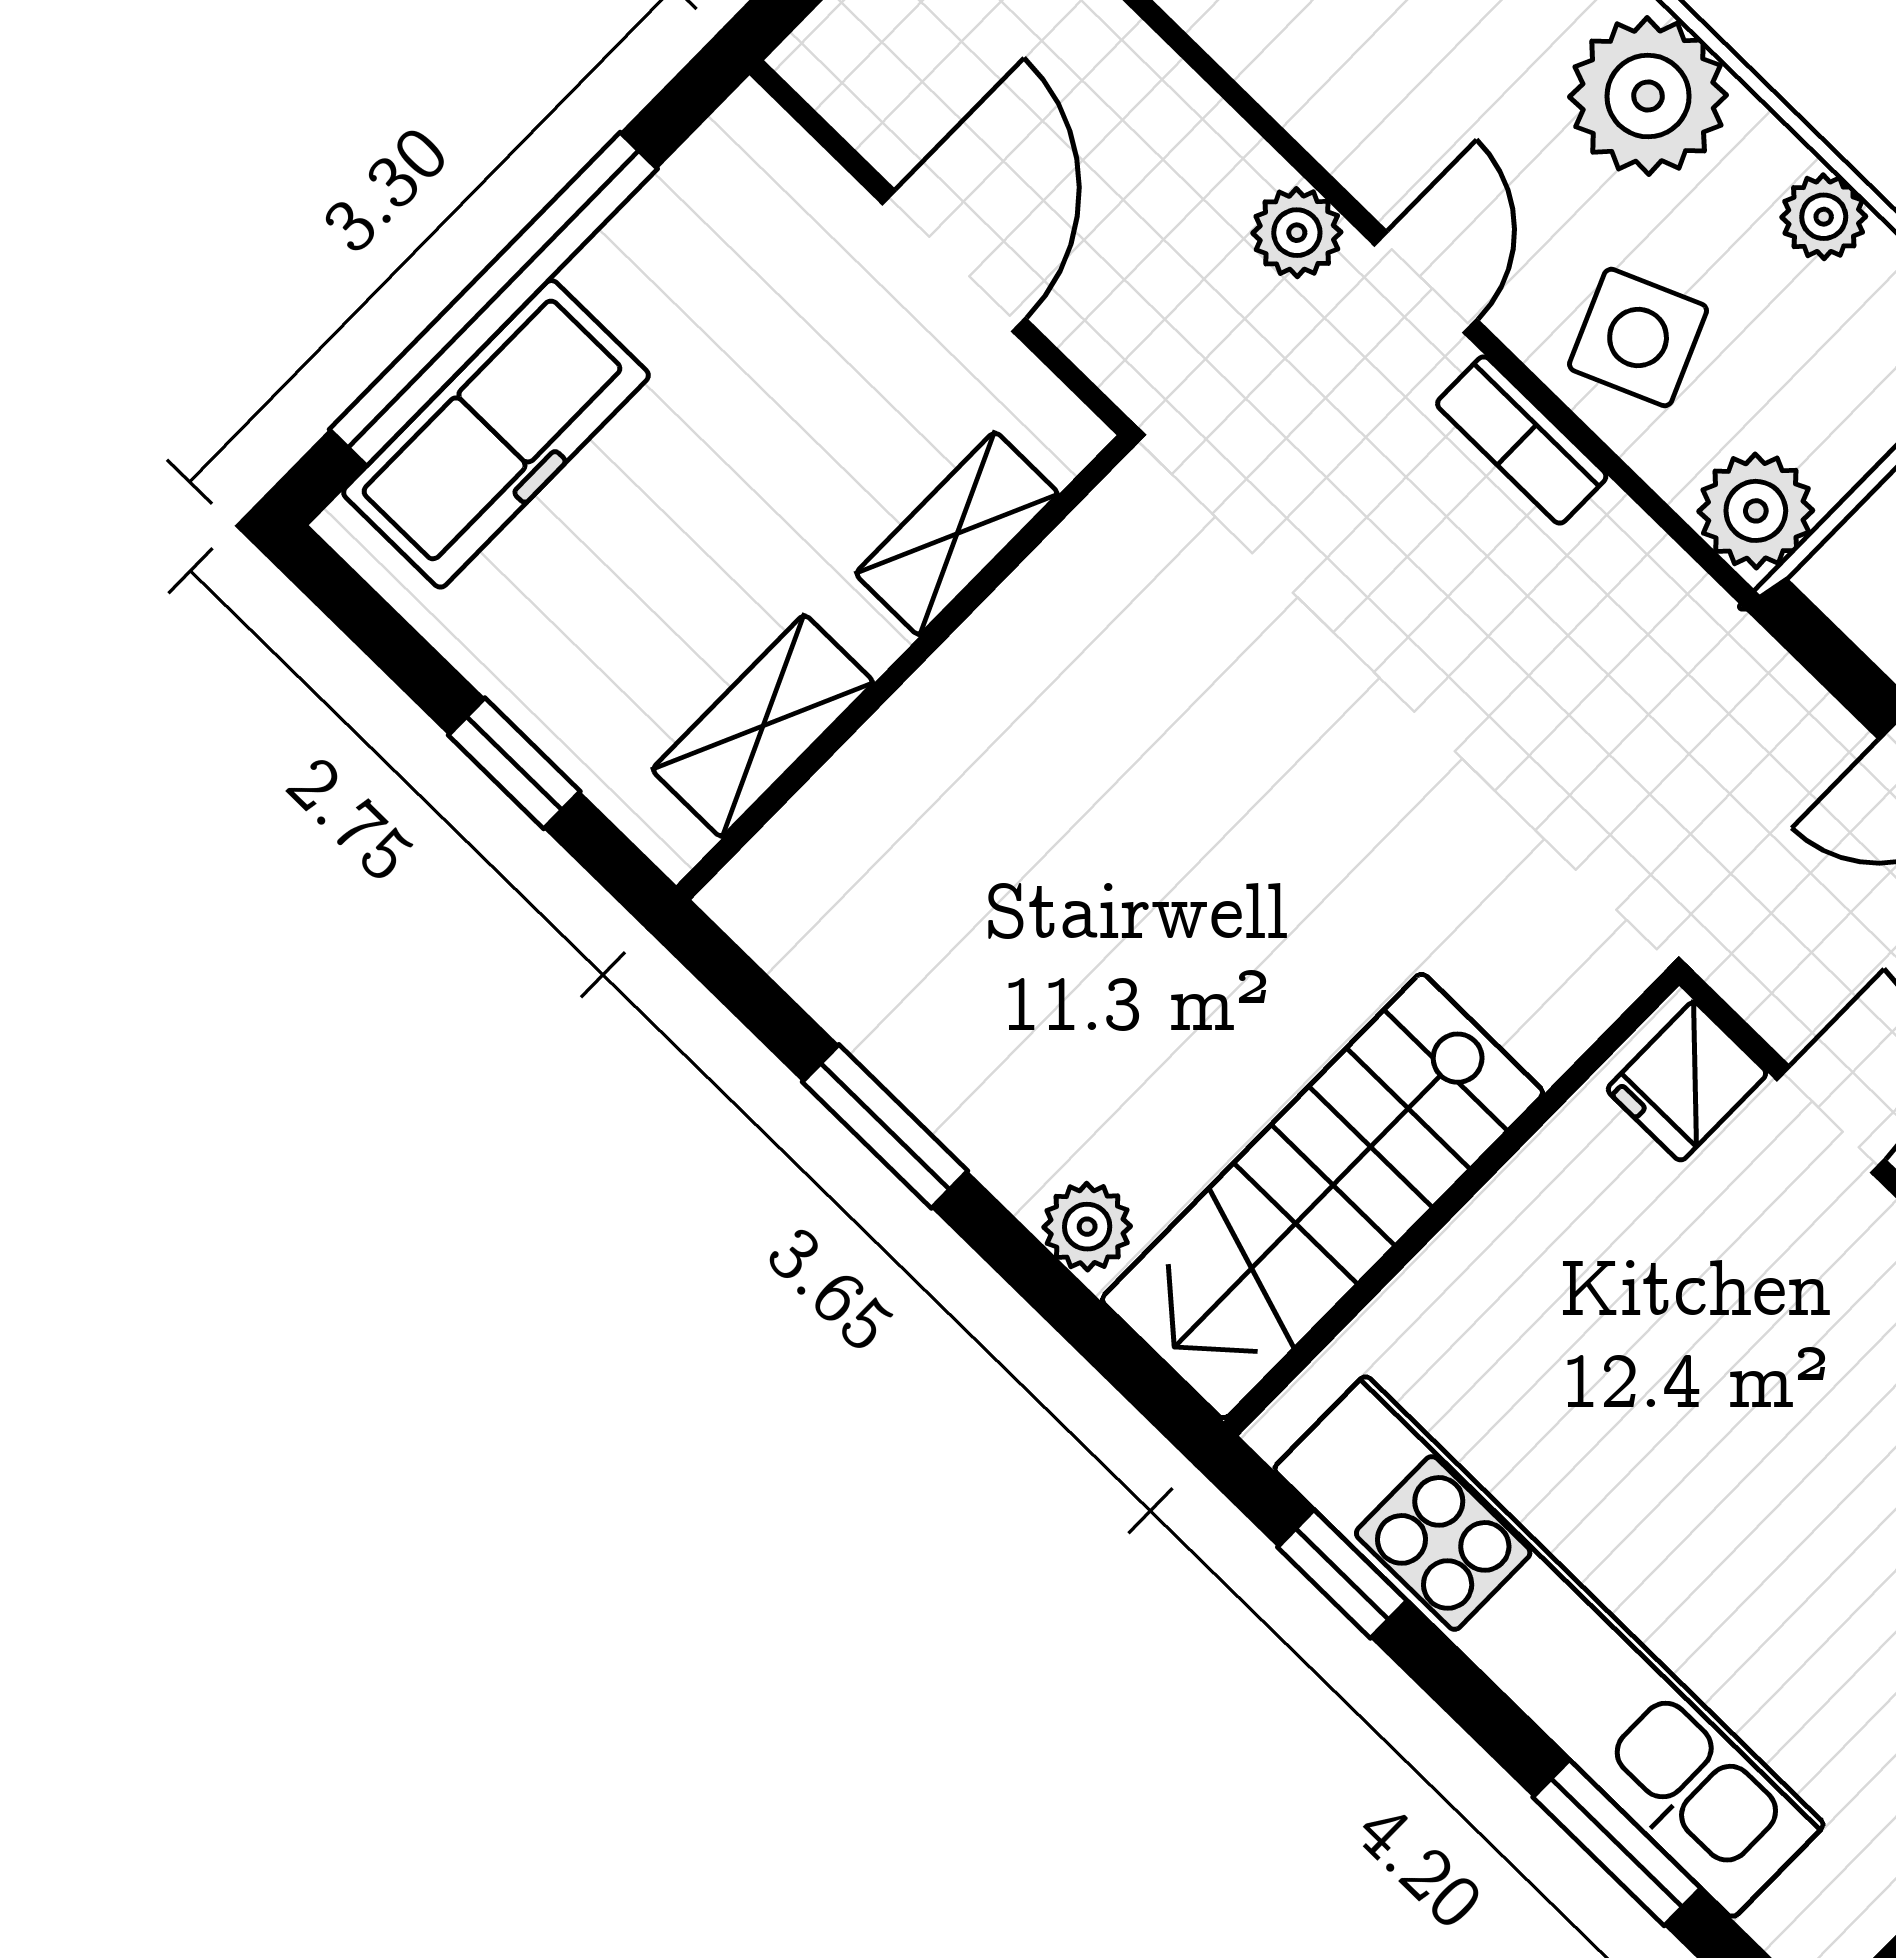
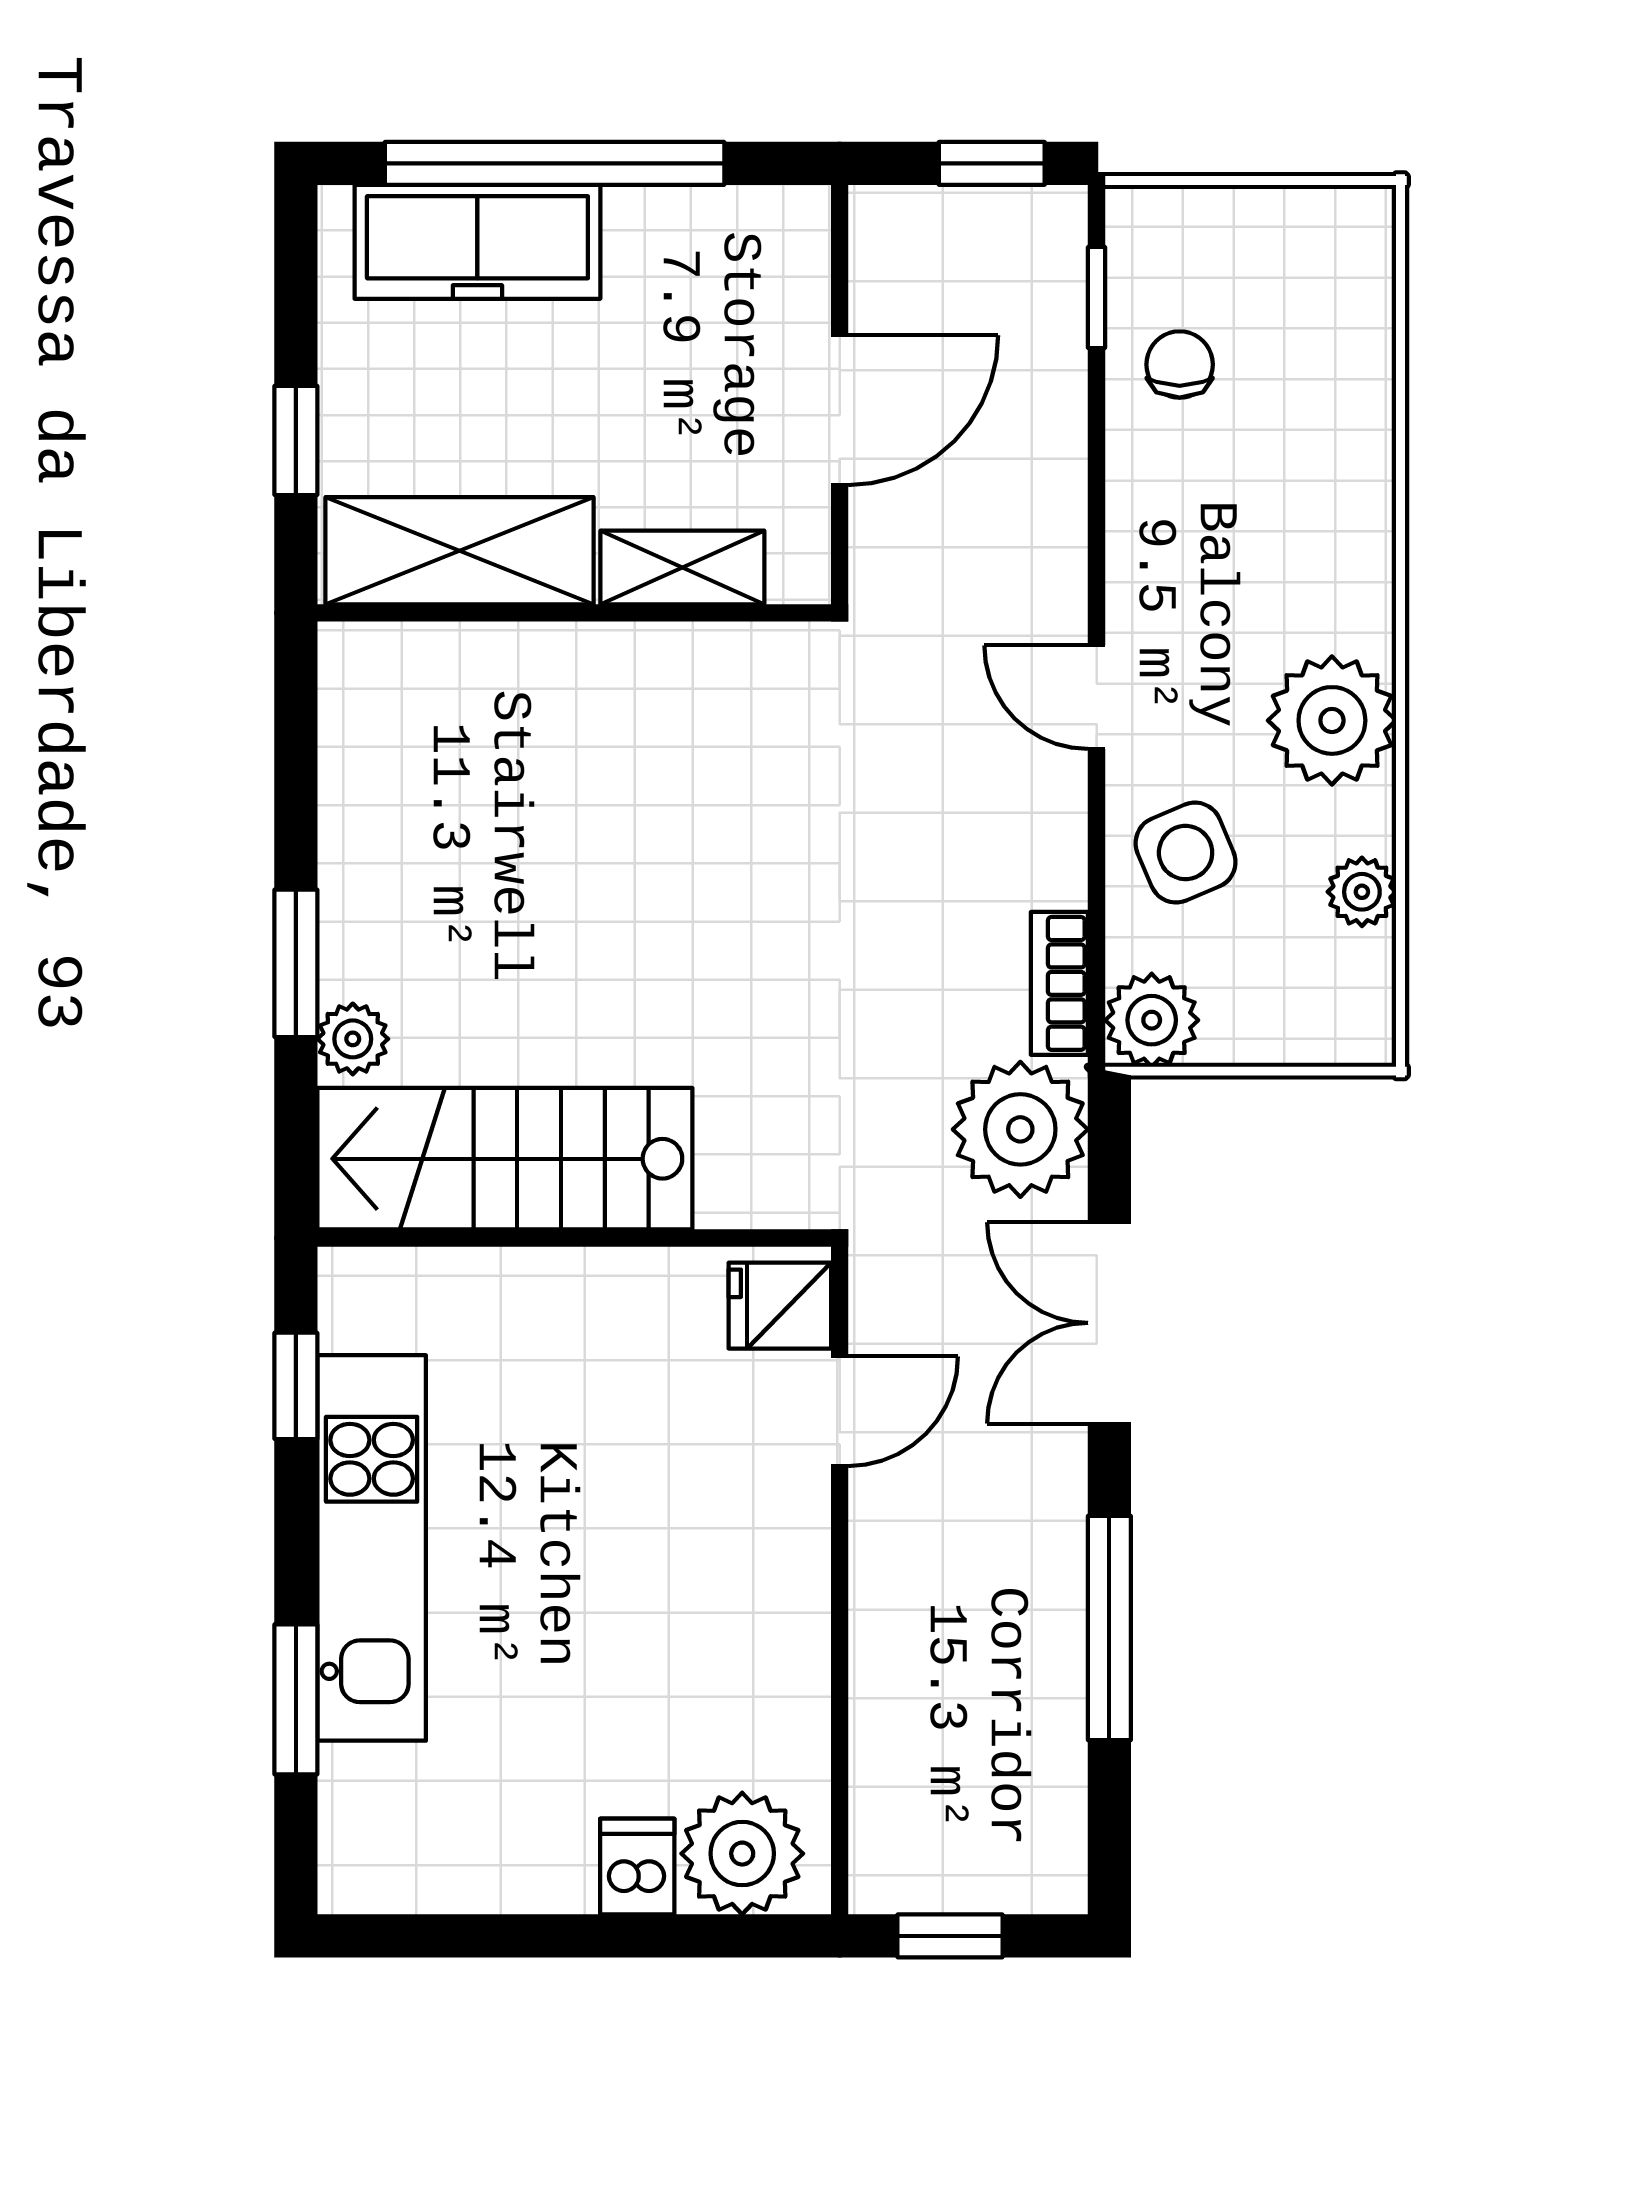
plant: (1297, 233) -> (1020, 1129), moved, width x1.88, depth x1.88
door: (1426, 282) -> (1097, 697), swing flipped
bookcase: (1522, 440) -> (1059, 983), moved
shelving: (763, 726) -> (460, 551), width x1.50, depth x1.33
window: (885, 1126) -> (296, 963), moved
kitchen unit: (1549, 1647) -> (372, 1548), width x0.73

